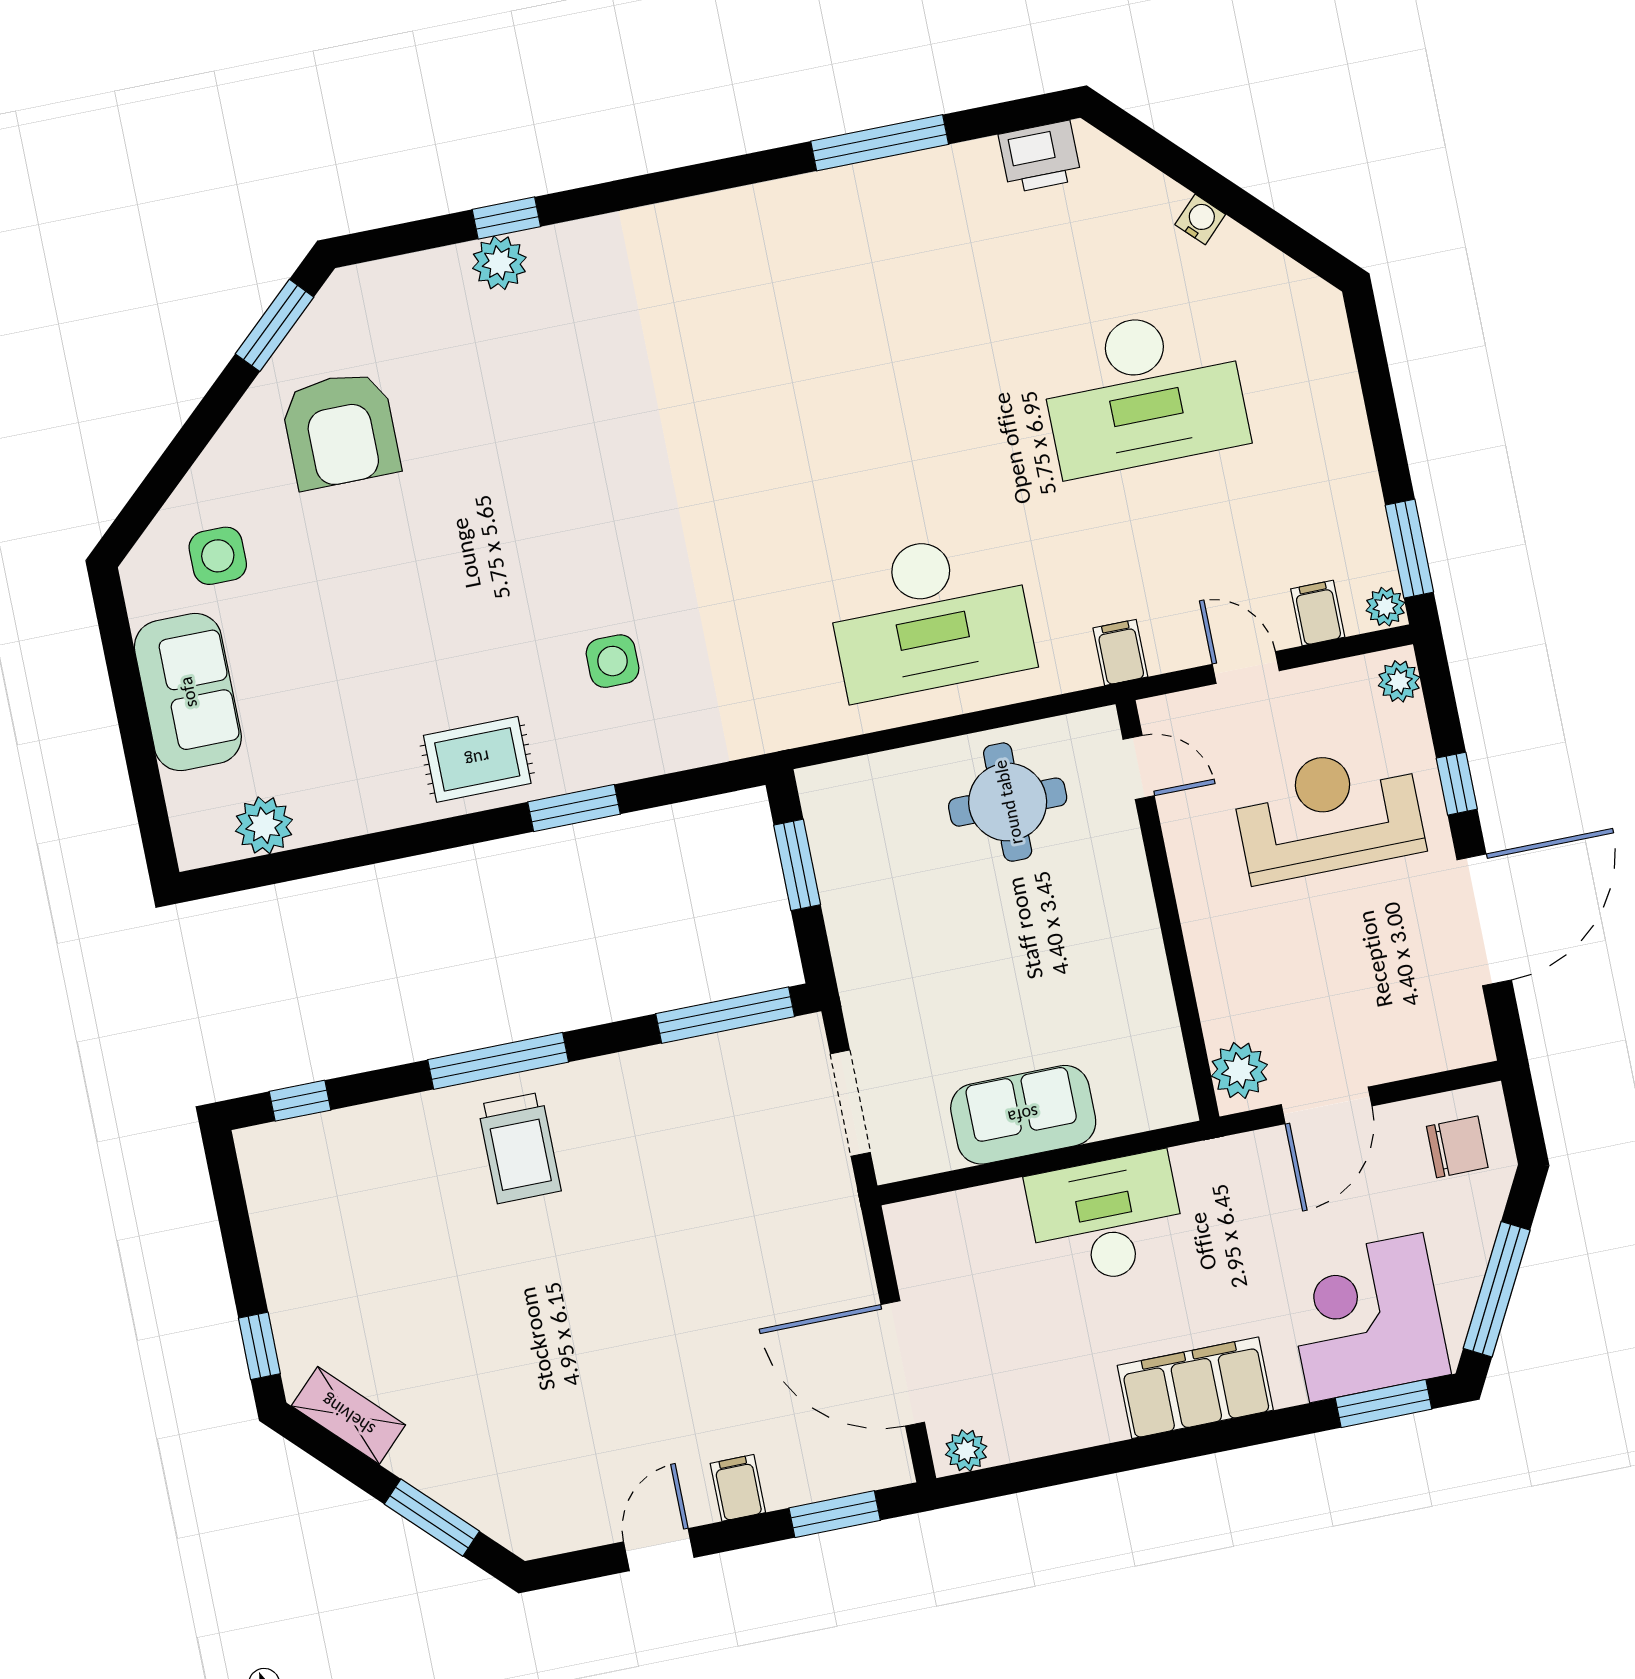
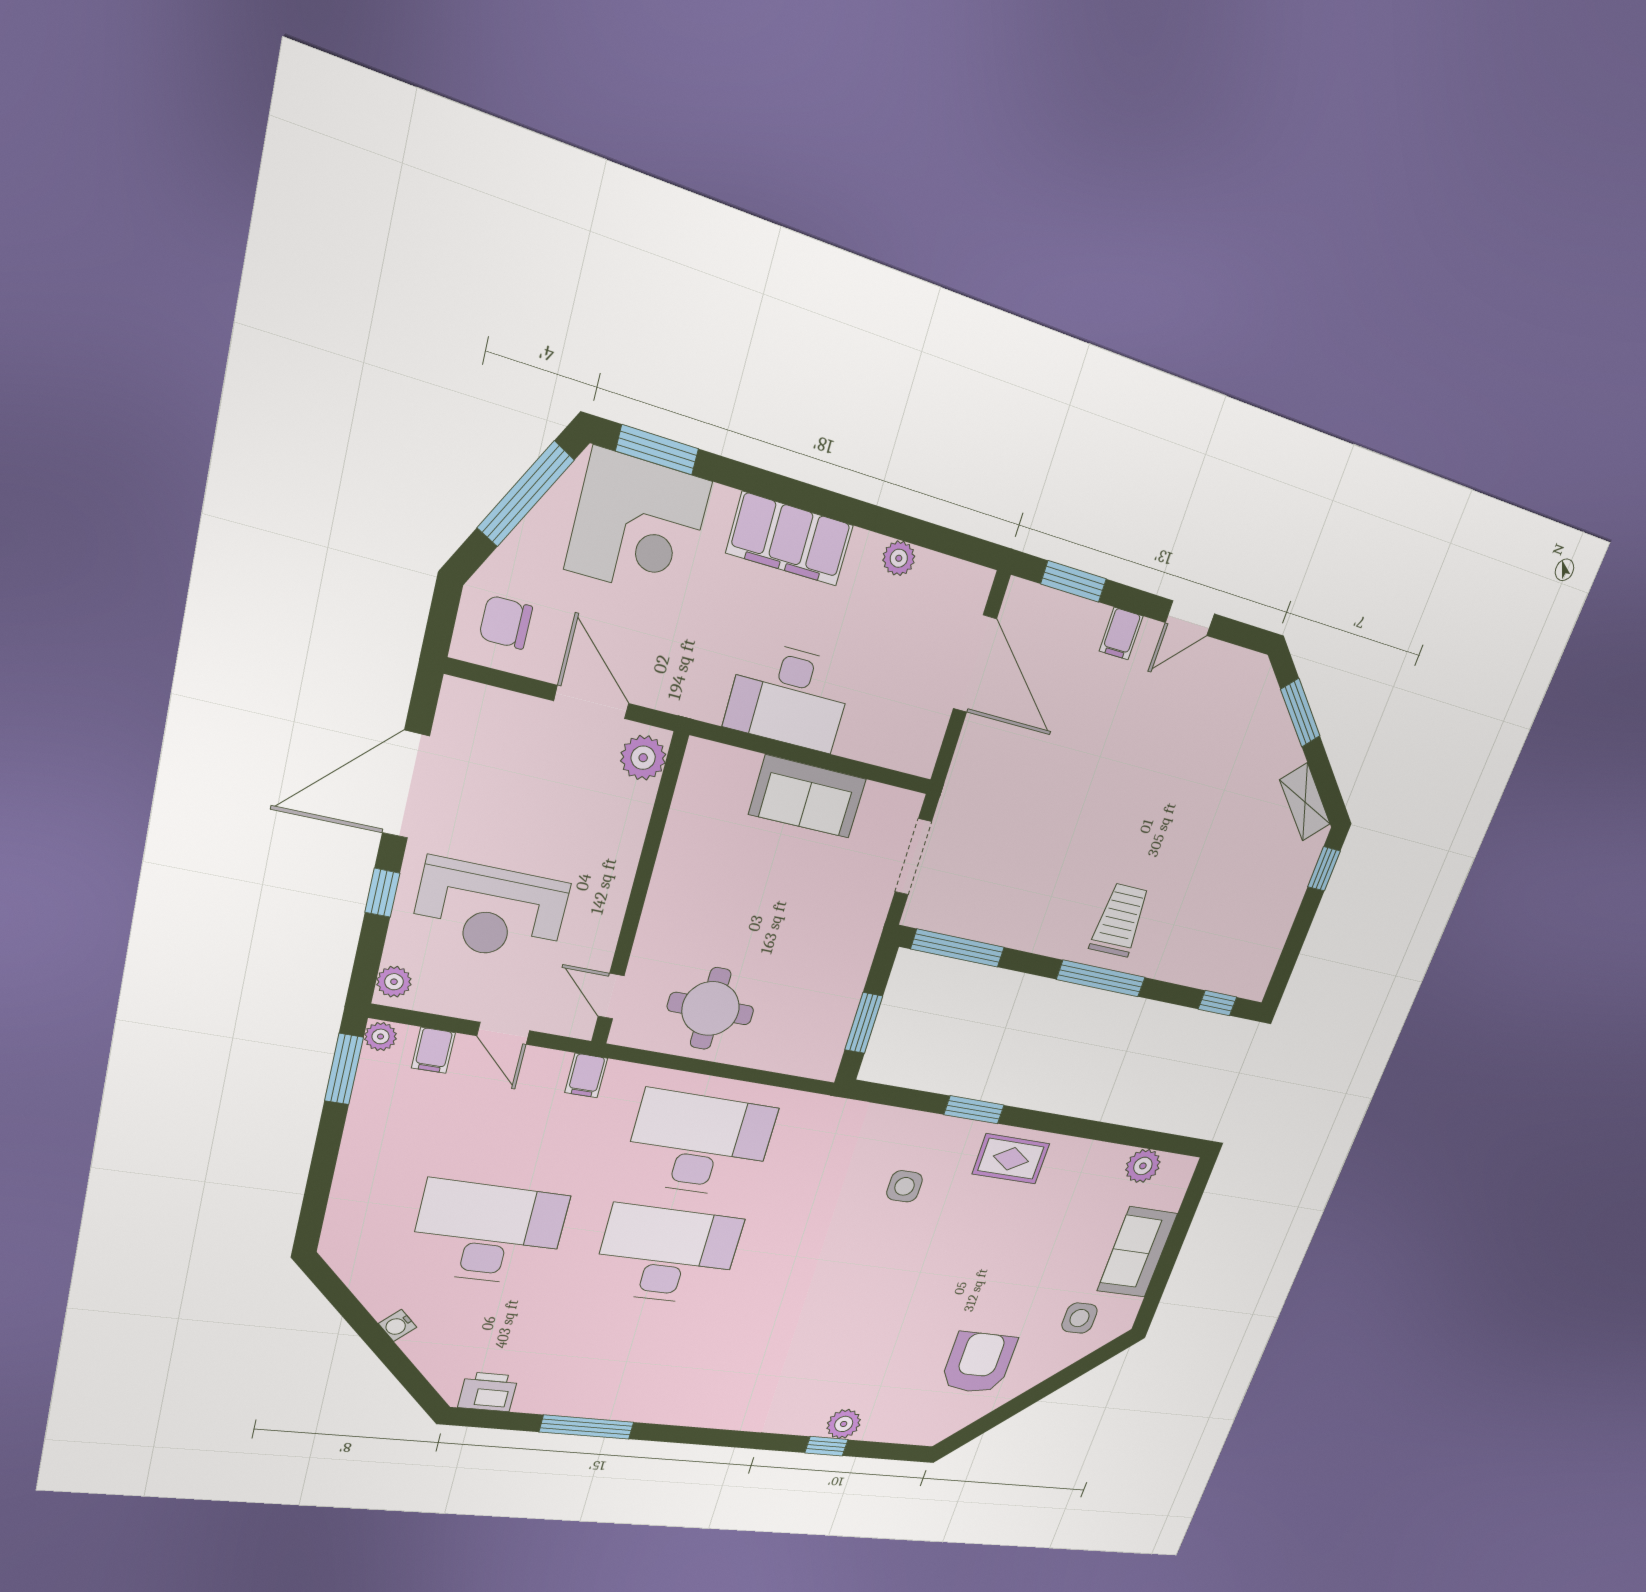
window: (275, 325) -> (980, 1427), removed
desk: (895, 442) -> (667, 1255), added
door: (1327, 1105) -> (591, 702), hinge flipped
plant: (966, 1451) -> (899, 558), moved

